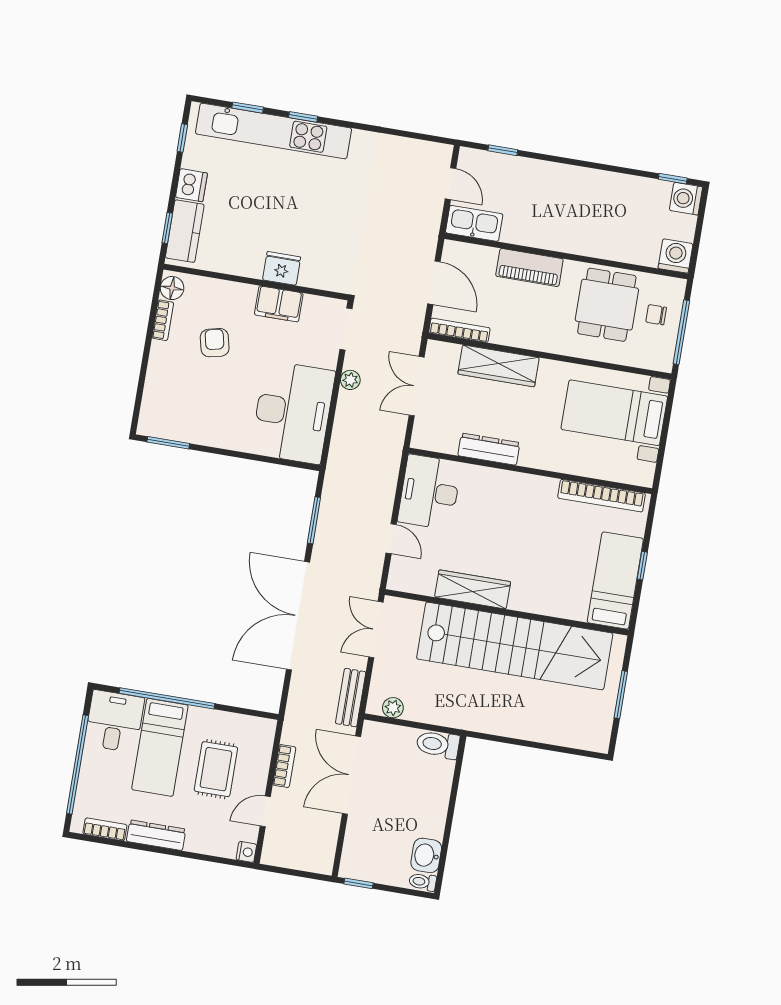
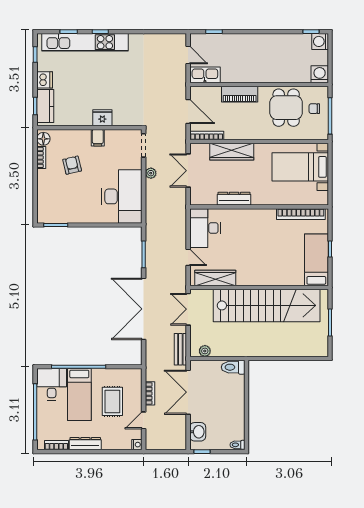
filing cabinet: (279, 304) -> (98, 138), width x0.50
wardrobe: (473, 589) -> (215, 278), moved
washbasin: (426, 855) -> (198, 432), moved, turned 180

